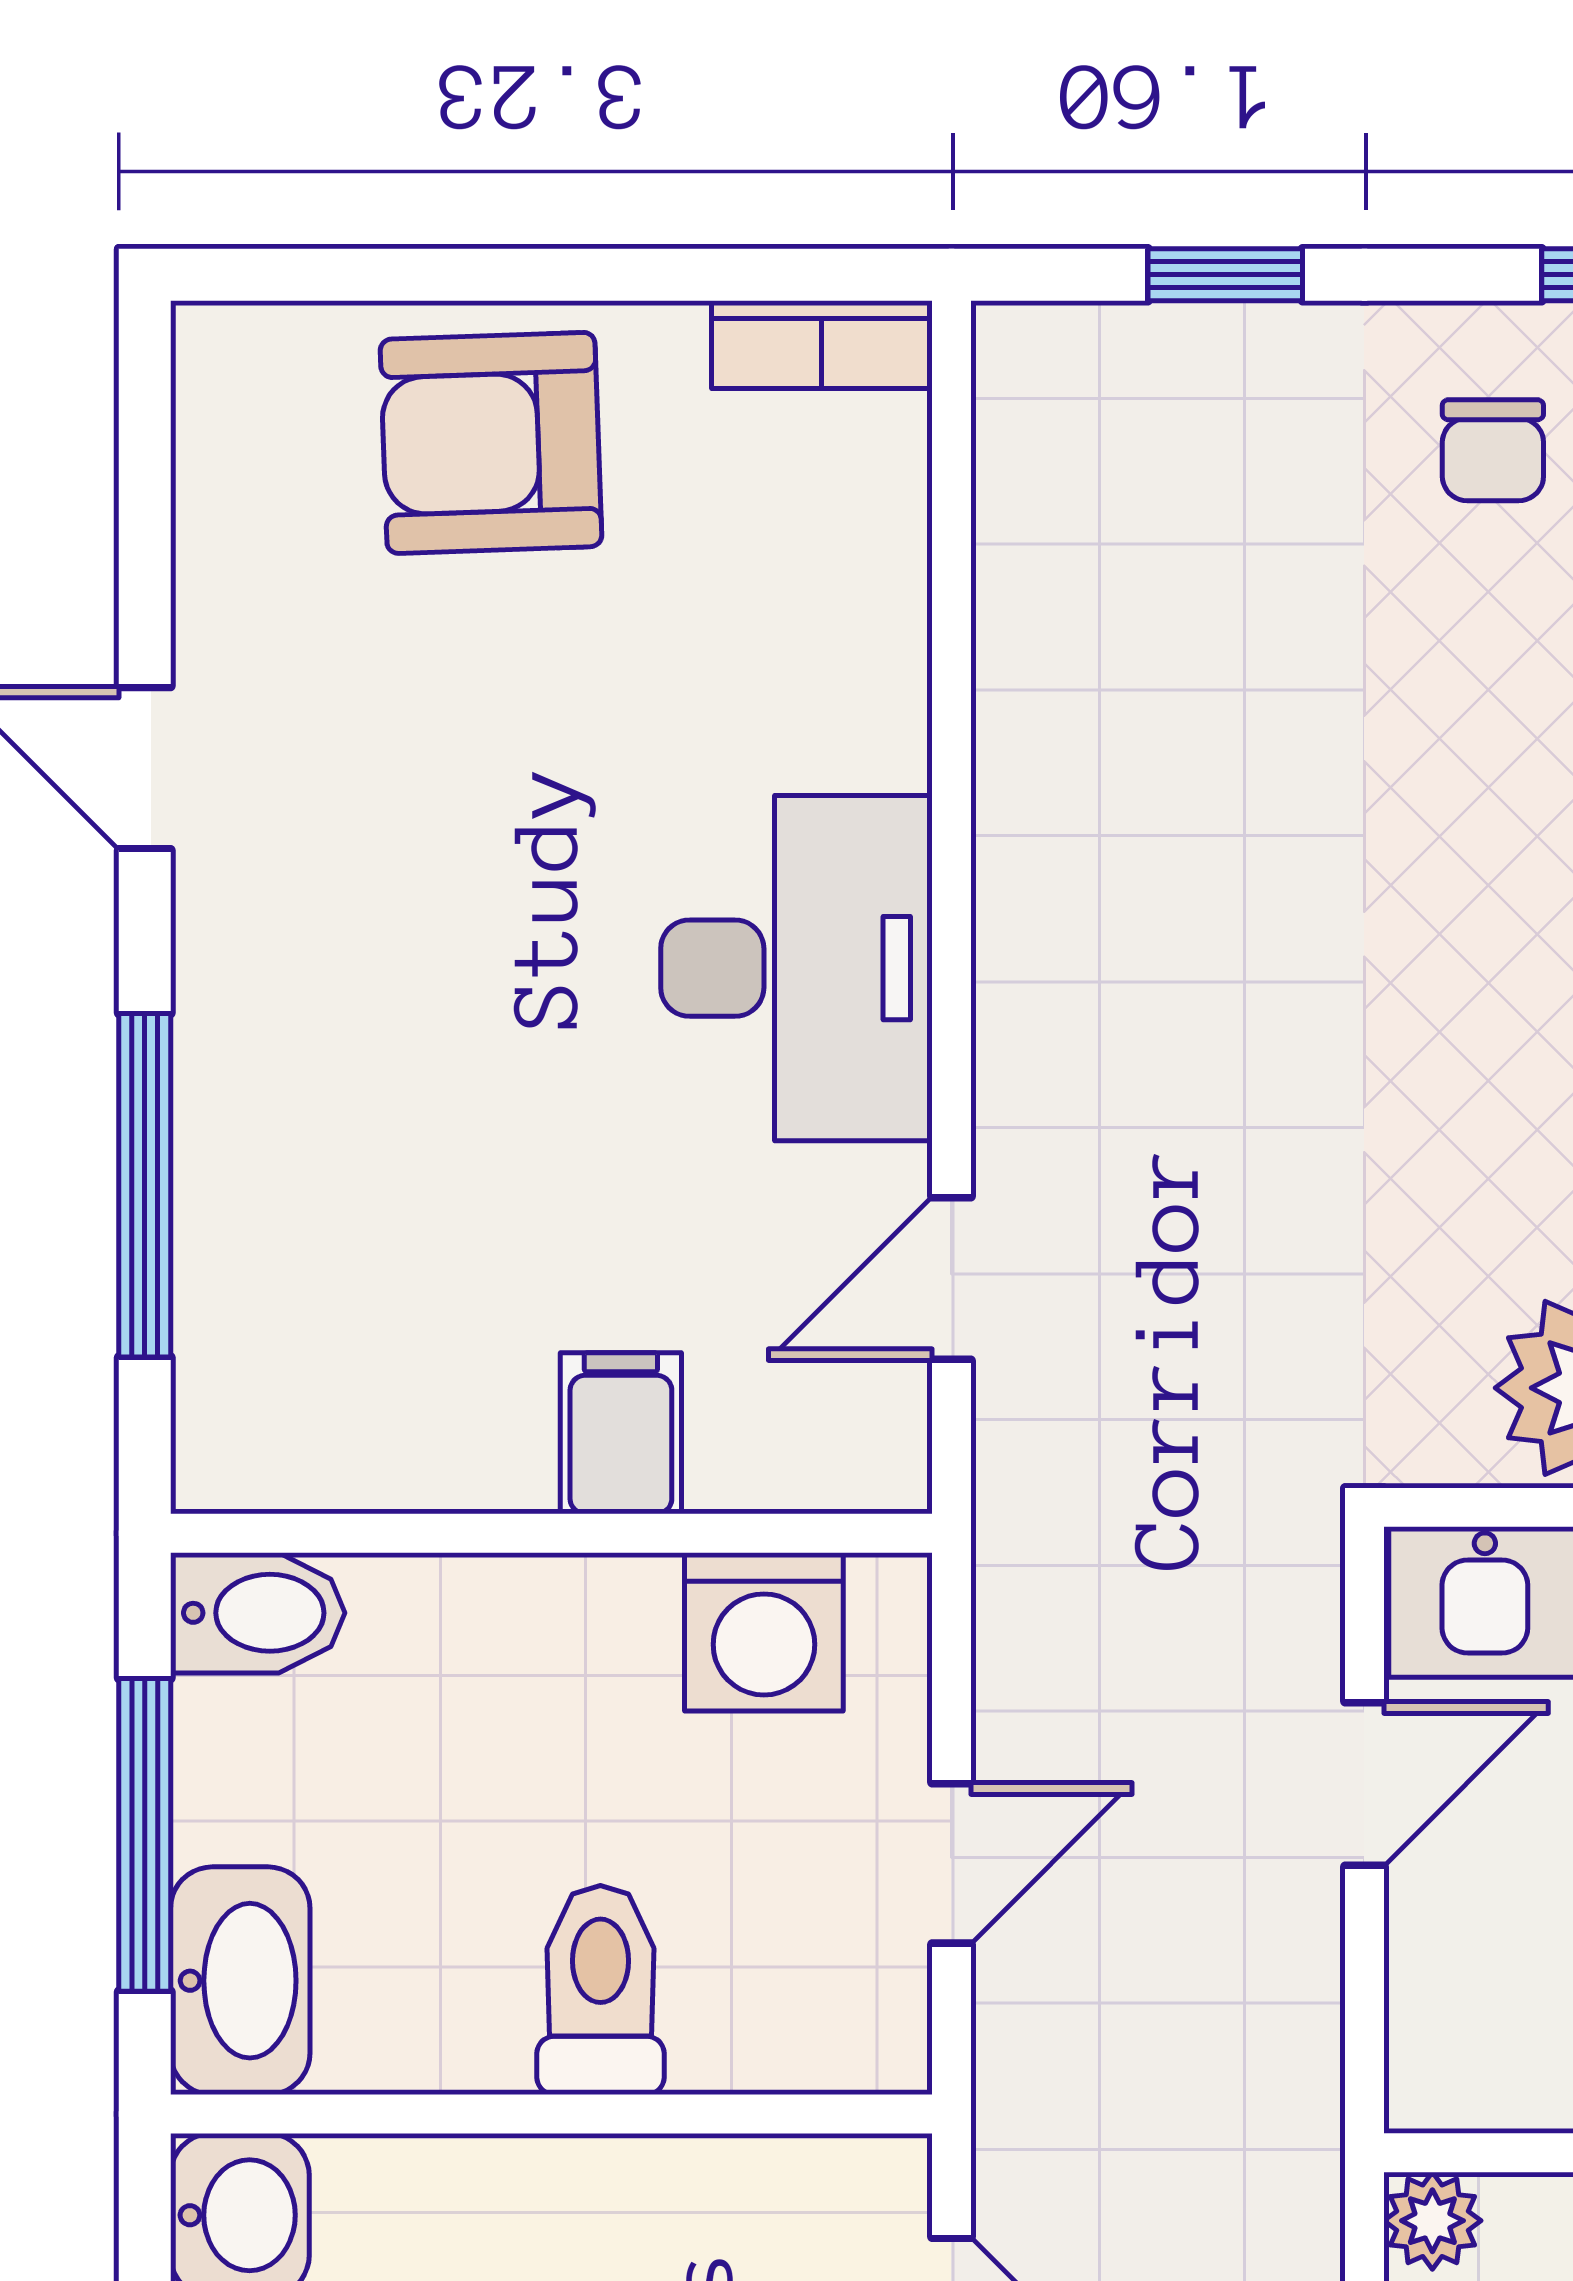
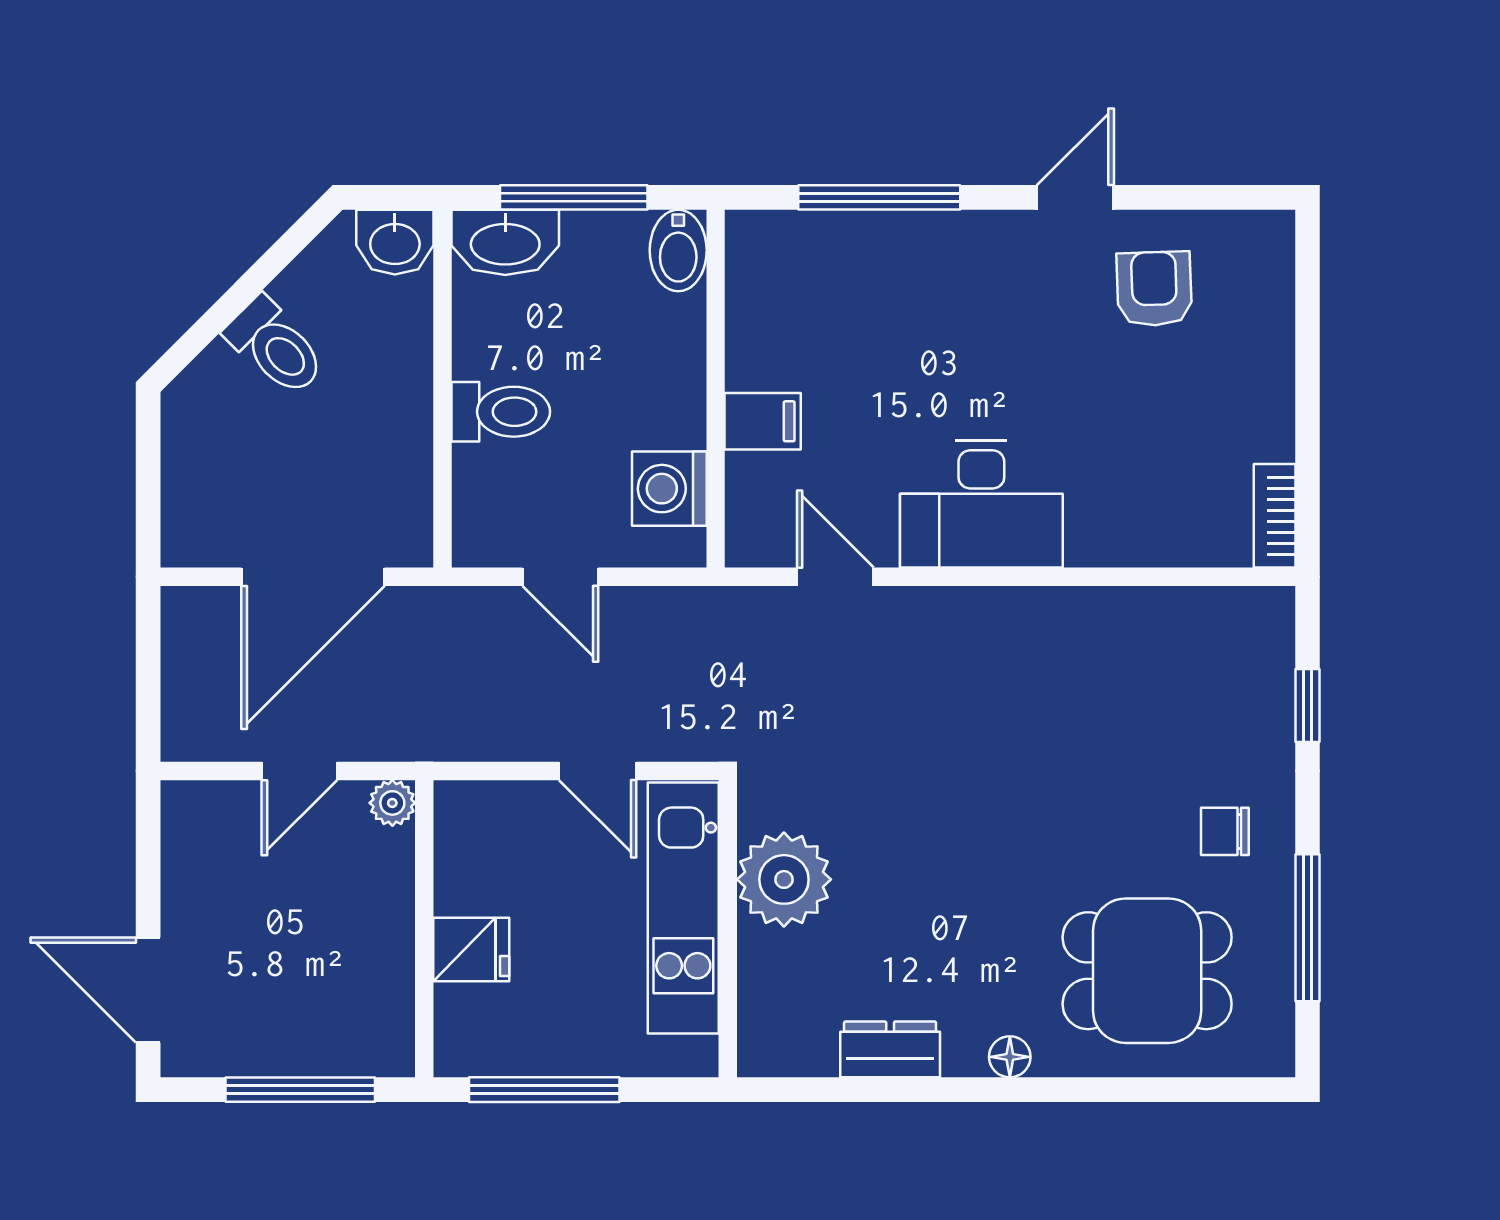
armchair: (491, 443) -> (1154, 289), moved, width x0.72, depth x0.72

